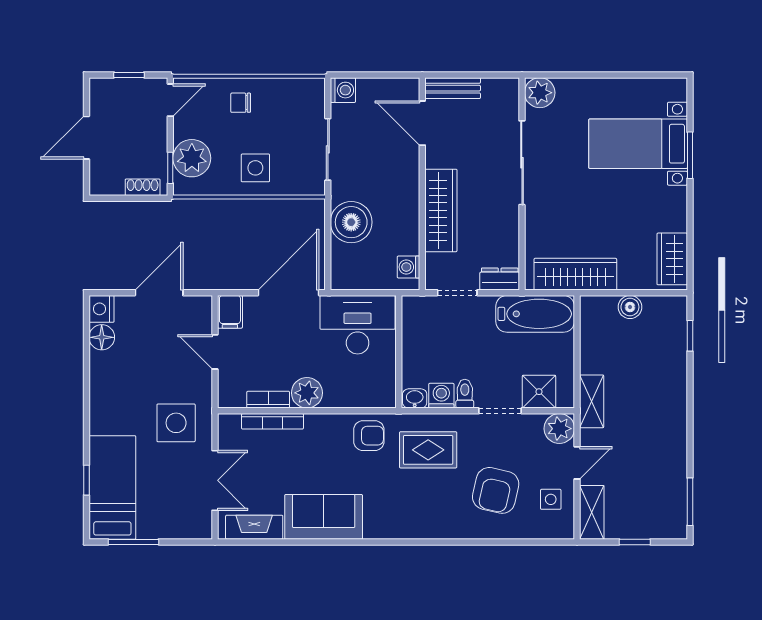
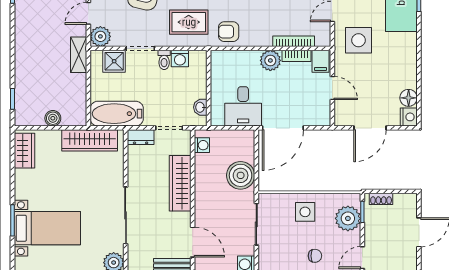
filing cabinet: (230, 312) -> (320, 61), moved, turned 180
desk: (358, 325) -> (243, 106), width x0.73
washbasin: (415, 398) -> (200, 107), moved, turned 90

